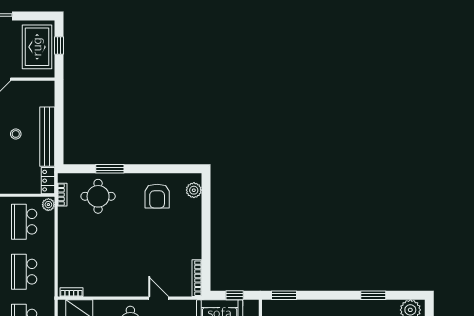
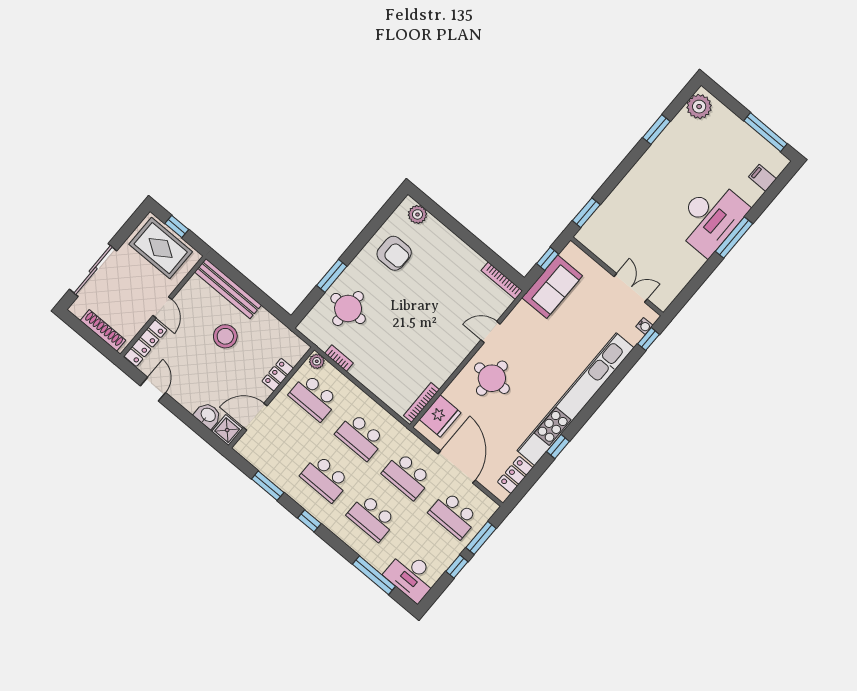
stool: (16, 134) -> (225, 336), width x1.89, depth x1.89
bench: (47, 137) -> (228, 288), moved
locker: (48, 181) -> (278, 375), moved, turned 90
bookcase: (62, 195) -> (339, 358), moved
bookcase: (71, 292) -> (421, 403), width x1.56

